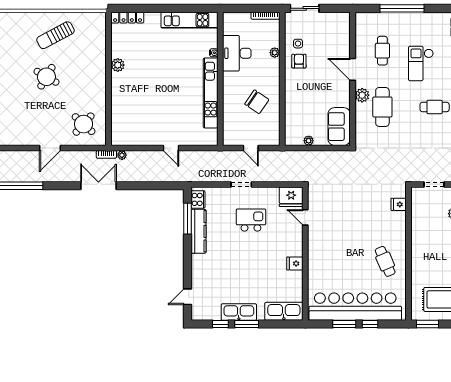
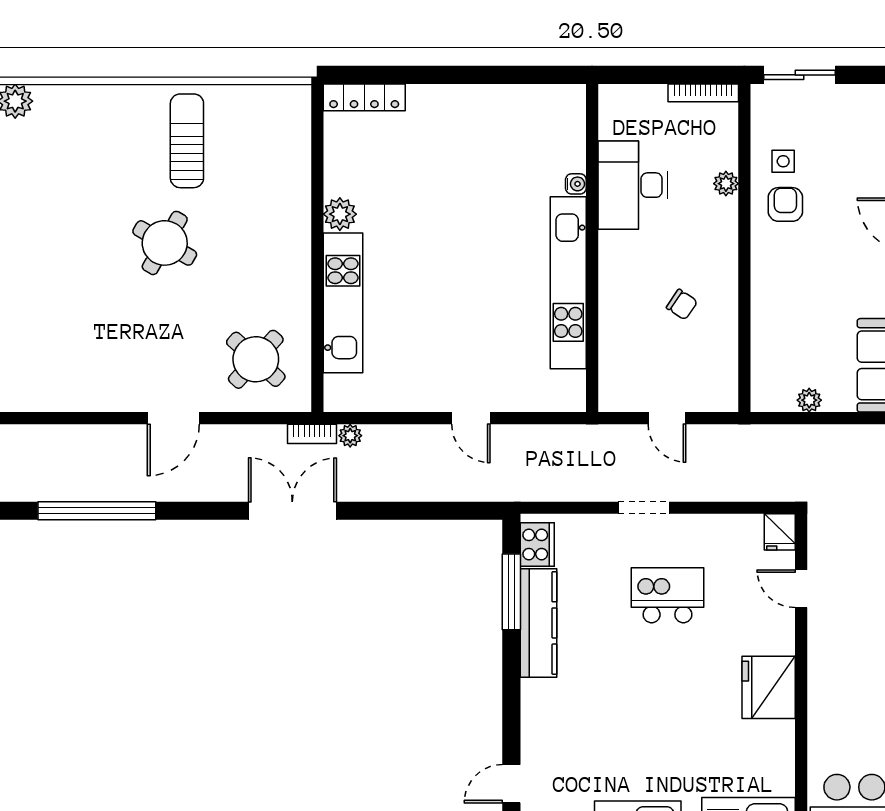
kitchen unit: (189, 20) -> (343, 303), moved, turned -90
sun lounger: (56, 35) -> (187, 141), turned 118
chair: (257, 102) -> (682, 305), width x0.54, depth x0.54
fridge: (291, 197) -> (780, 532), width x0.53, depth x0.75
fridge: (295, 264) -> (769, 687), width x1.88, depth x1.34

